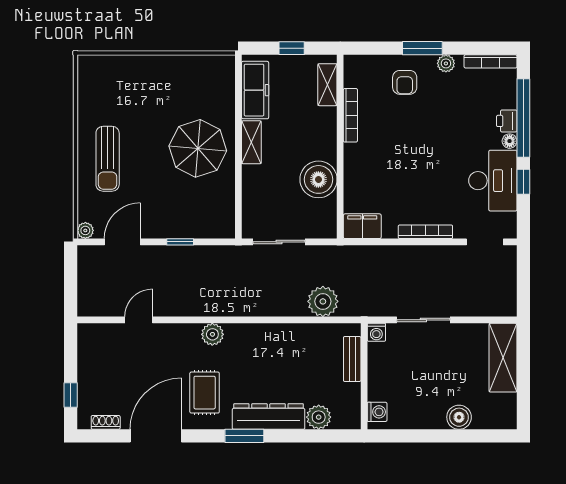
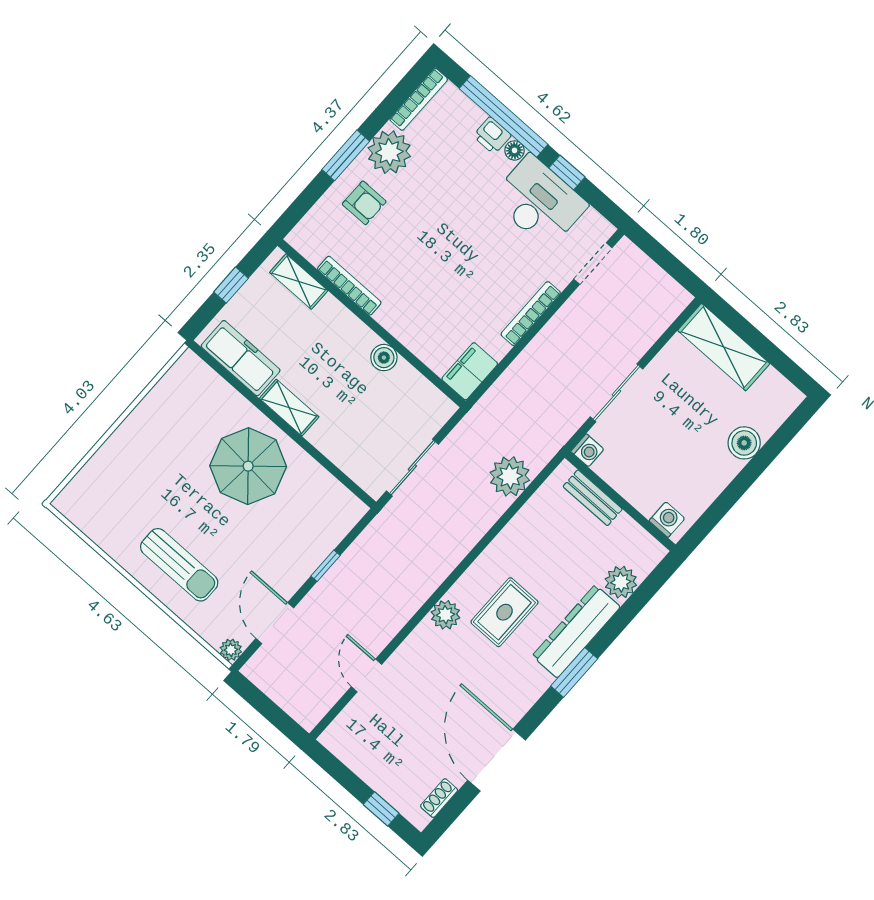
plant: (446, 63) -> (389, 152), width x1.88, depth x1.88
boiler: (318, 179) -> (384, 358), width x0.54, depth x0.54
rug: (205, 393) -> (504, 612), moved, turned 90

